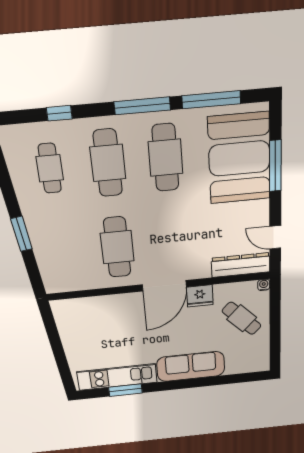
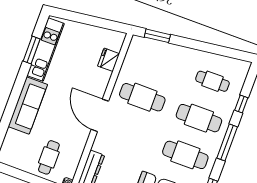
window: (142, 106) -> (227, 142), moved
window: (21, 234) -> (157, 36), moved
fridge: (200, 296) -> (109, 60), moved
cafe table: (242, 318) -> (49, 157), turned -45

